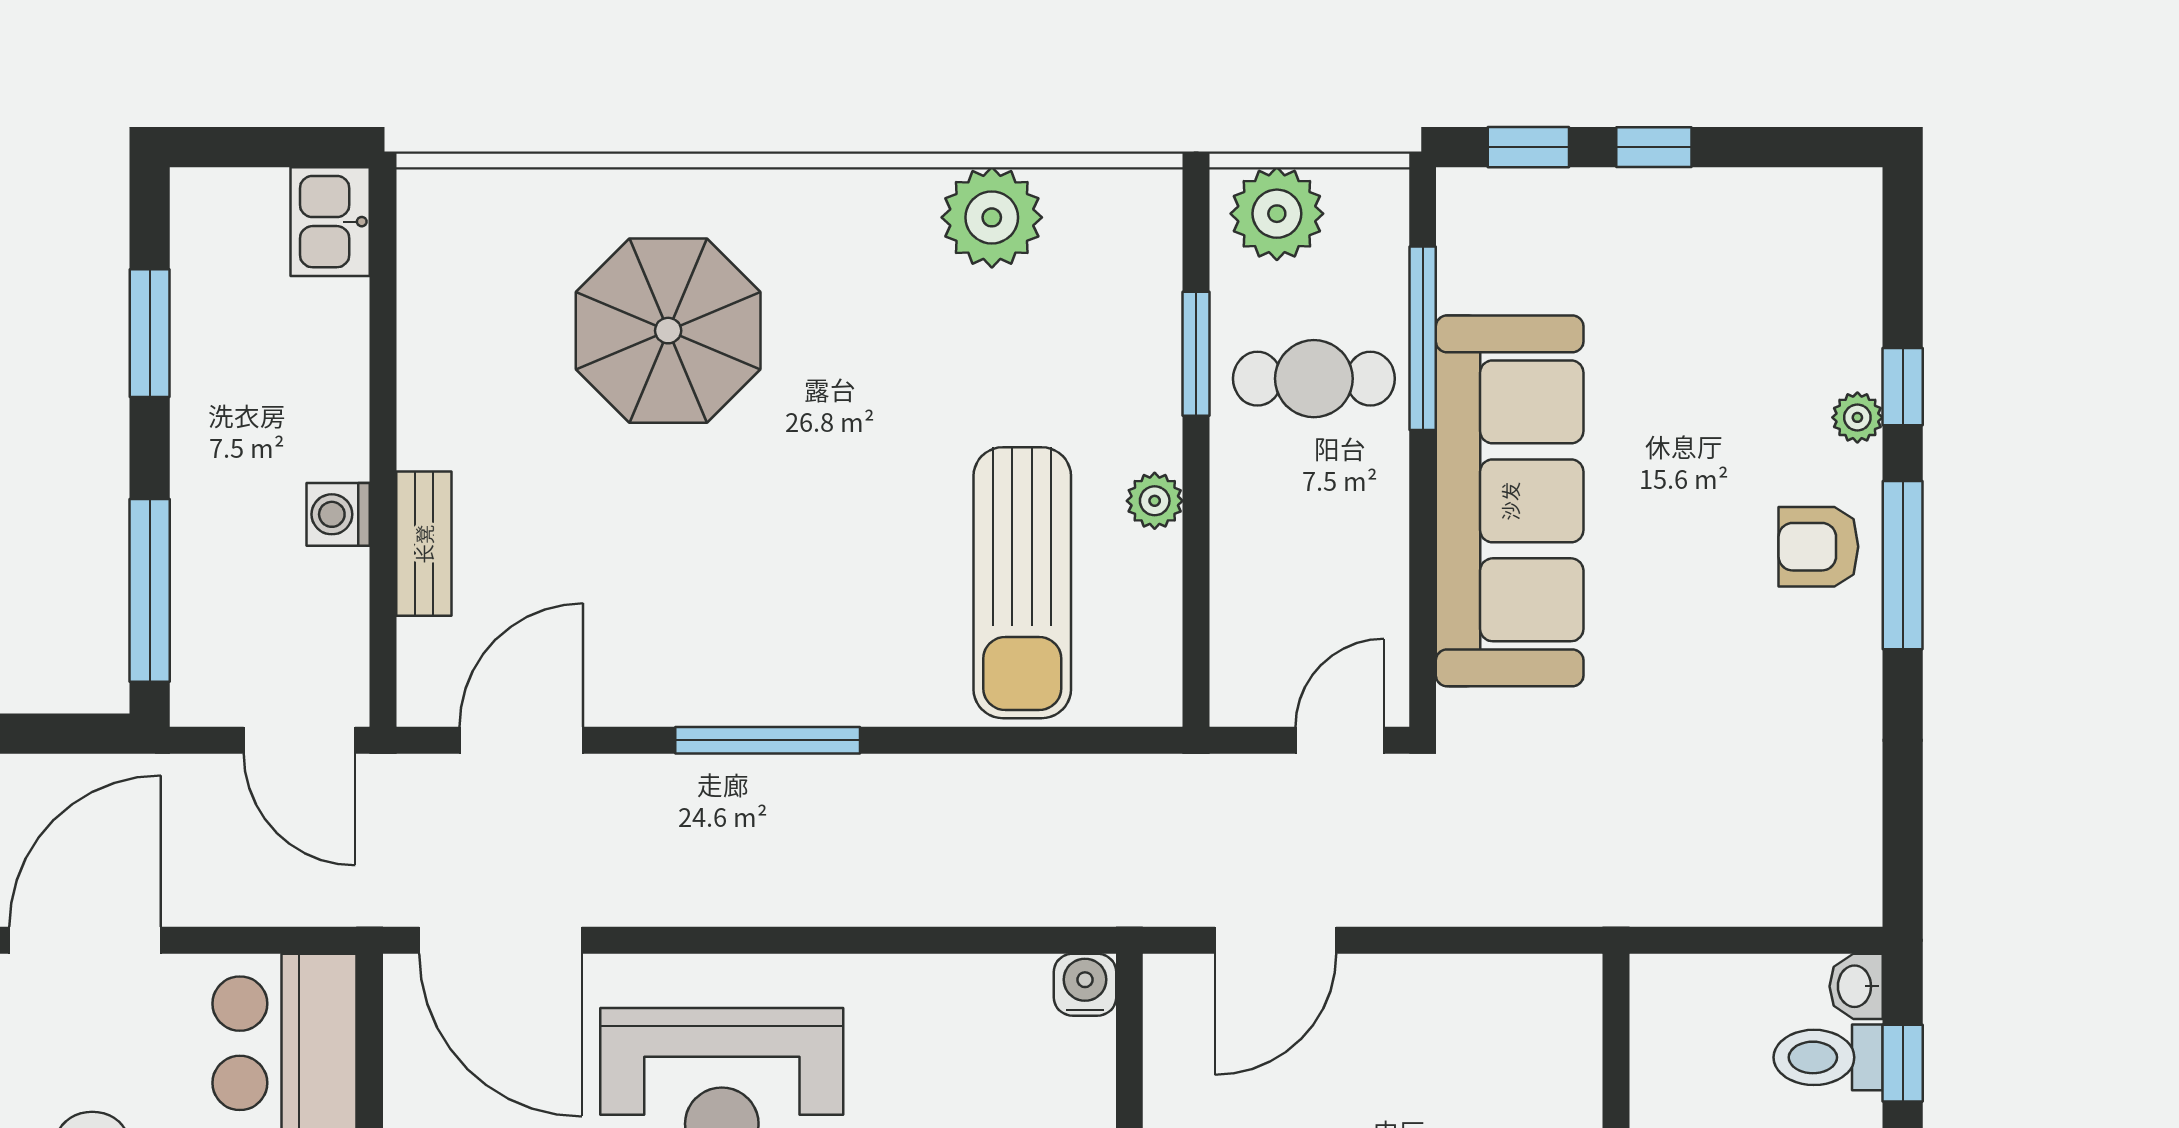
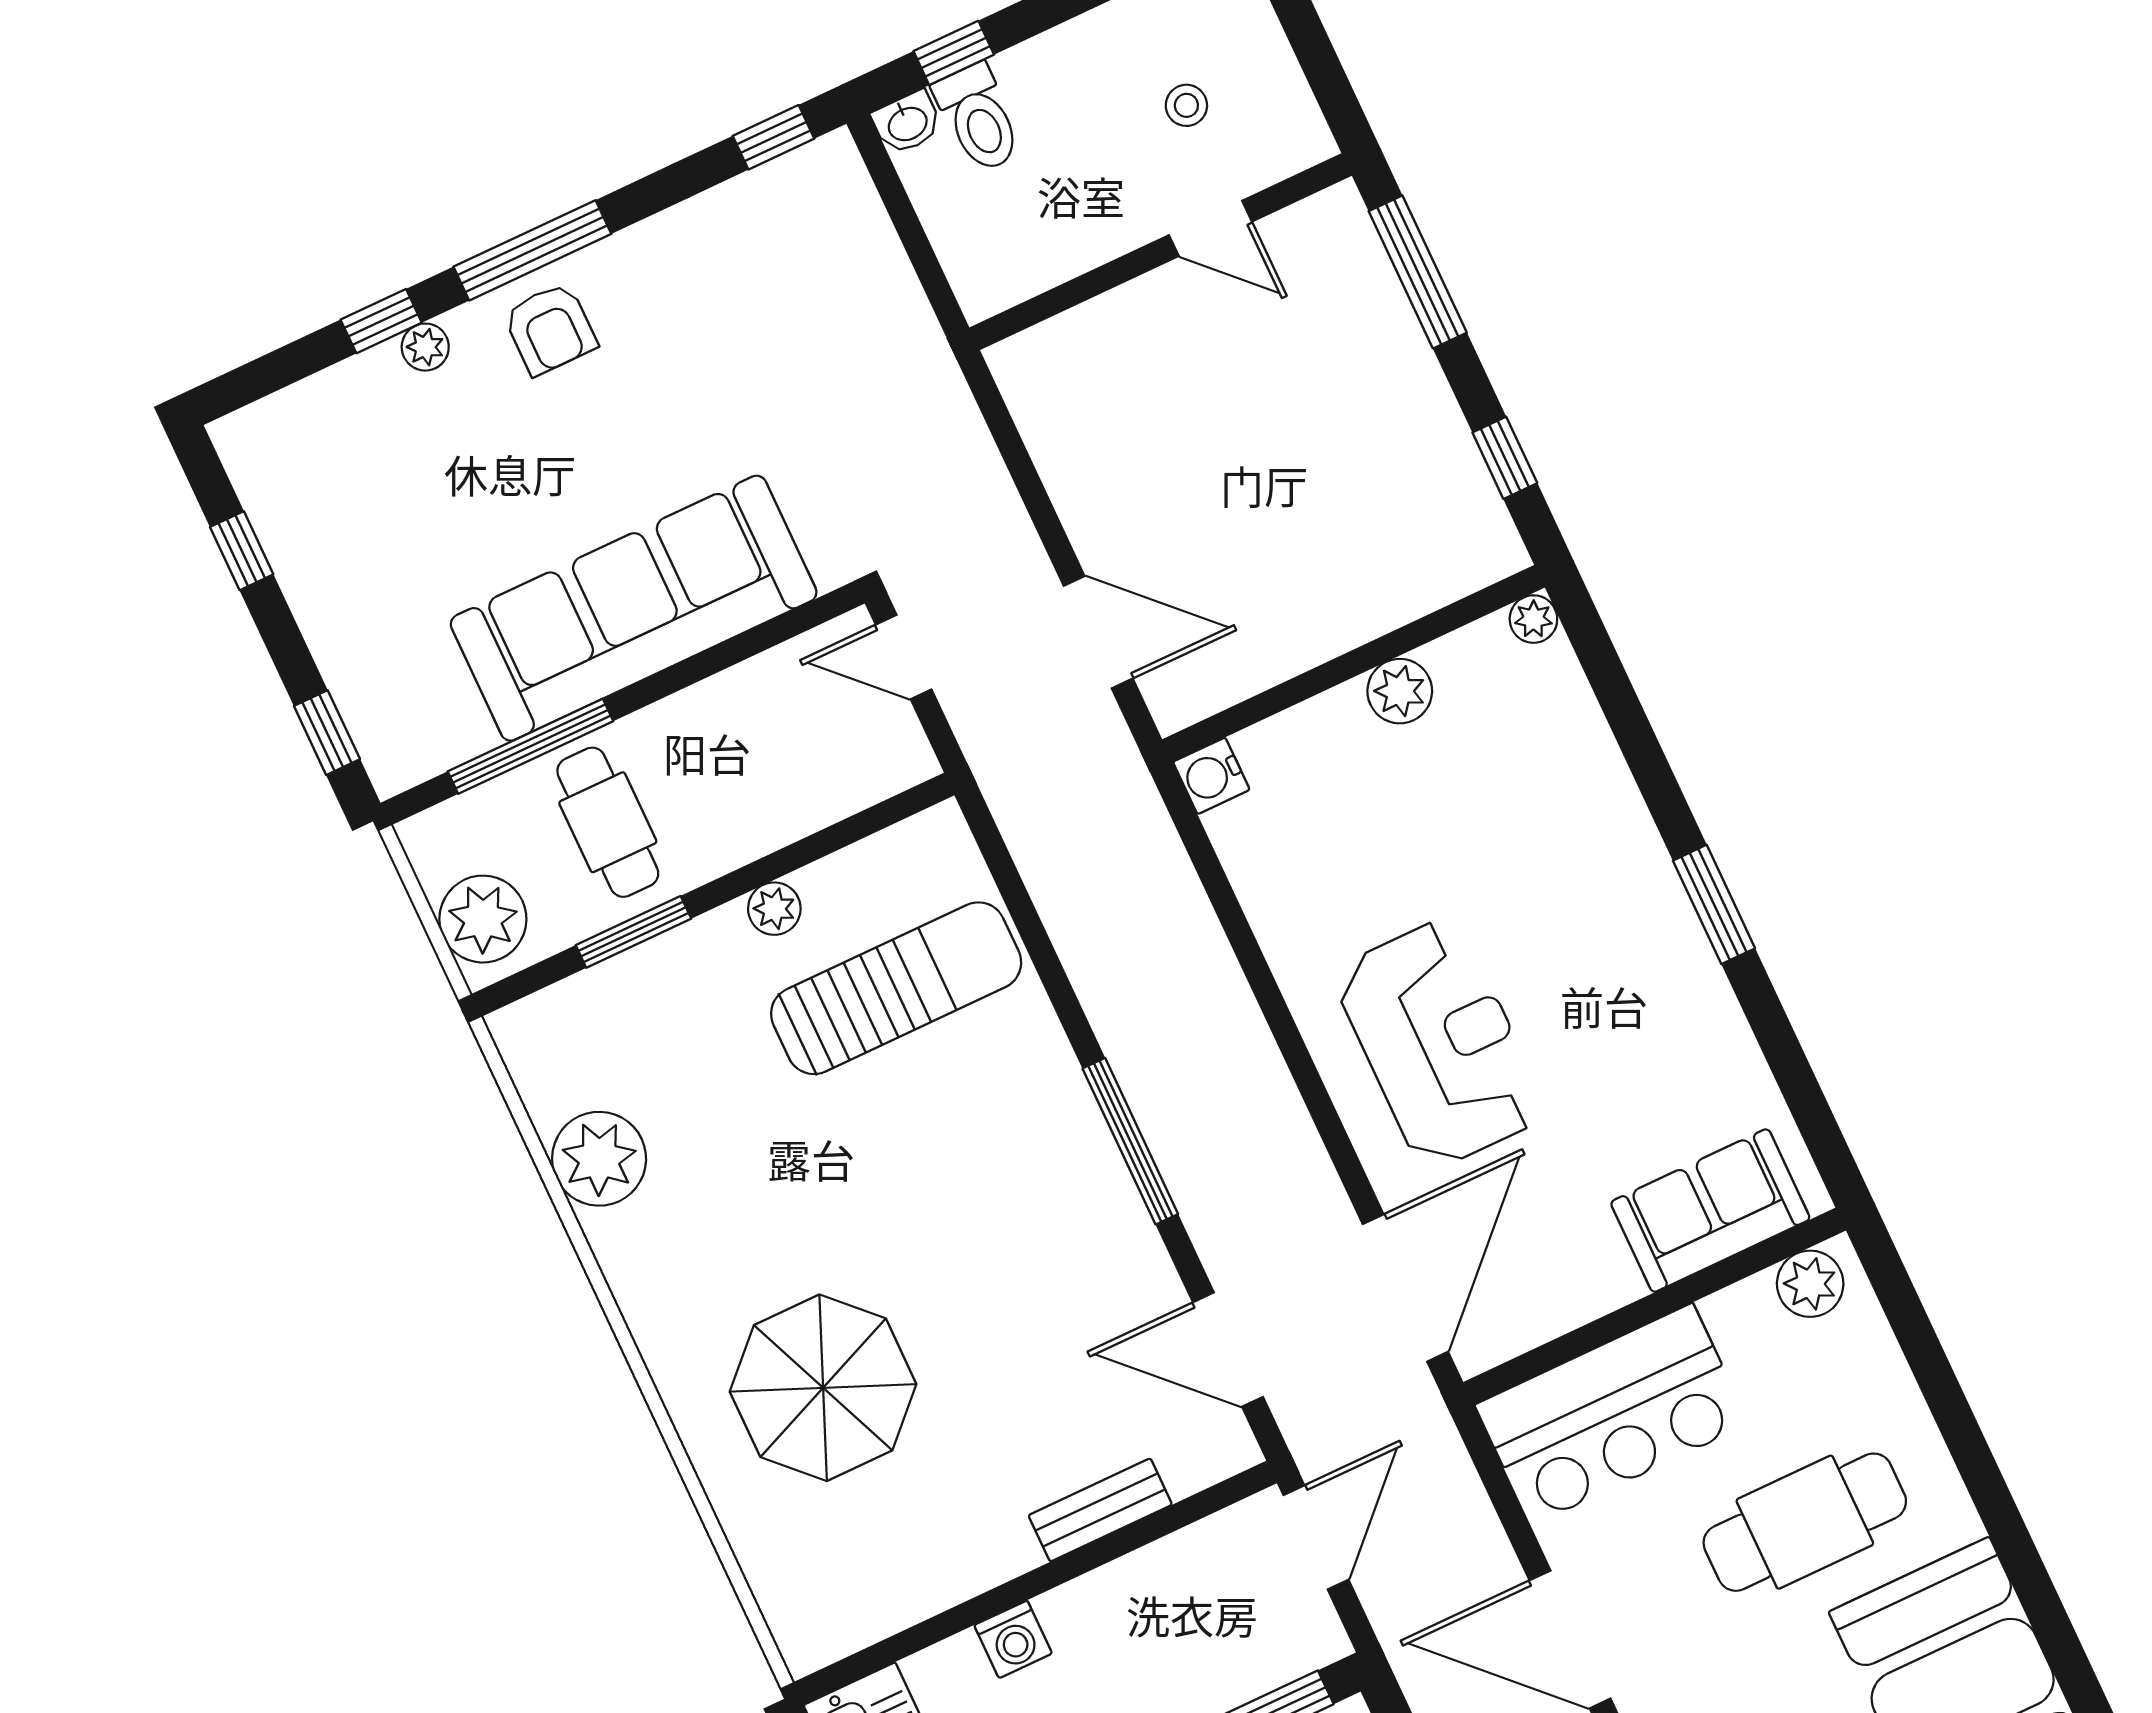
window: (1654, 147) -> (242, 551), moved
washing machine: (338, 514) -> (1013, 1639), moved
window: (1903, 850) -> (774, 137), added

